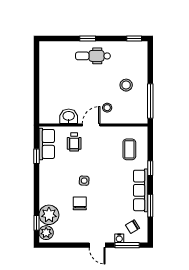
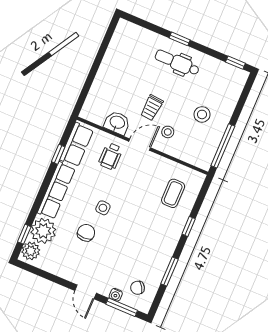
trolley: (89, 95) -> (152, 108), added
row of seats: (141, 190) -> (56, 191), moved, turned 180

